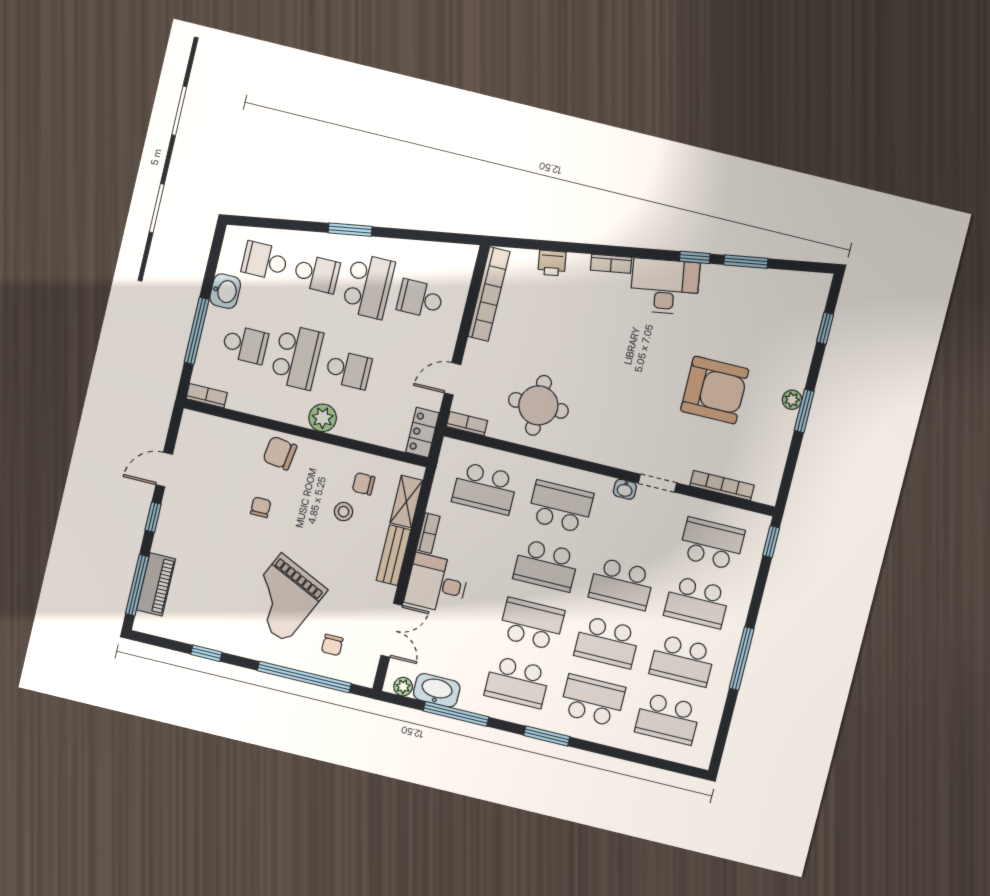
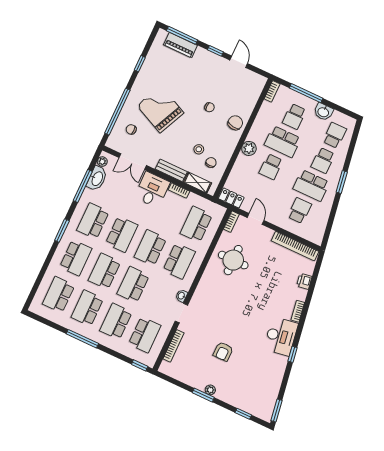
window: (746, 262) -> (277, 410), moved
armchair: (715, 390) -> (223, 351), width x0.53, depth x0.53

